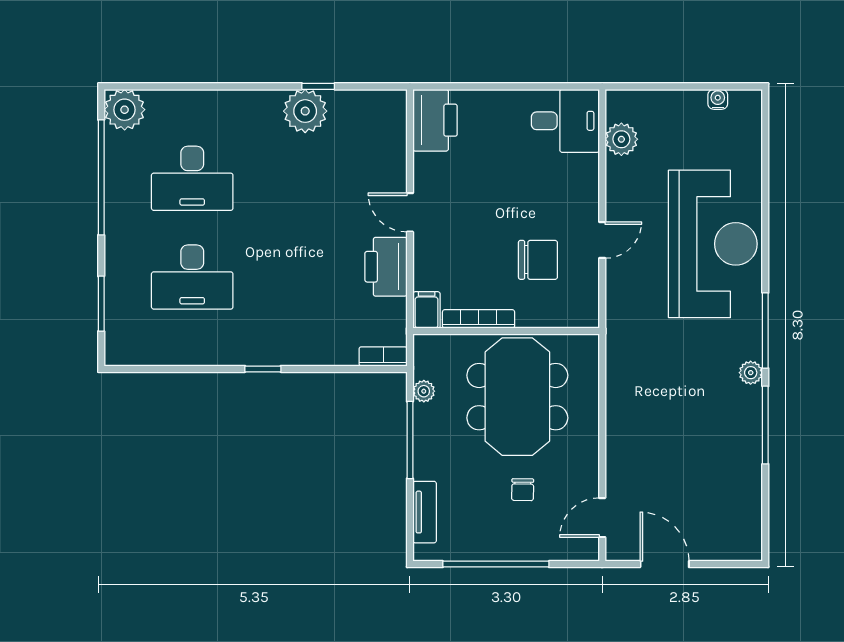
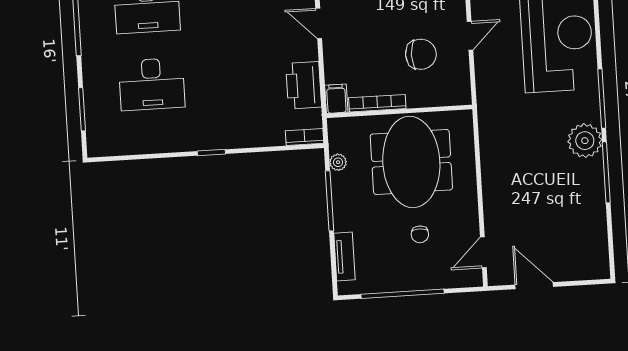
printer: (386, 267) -> (304, 85), moved
plant: (751, 373) -> (585, 141), width x1.87, depth x1.87

